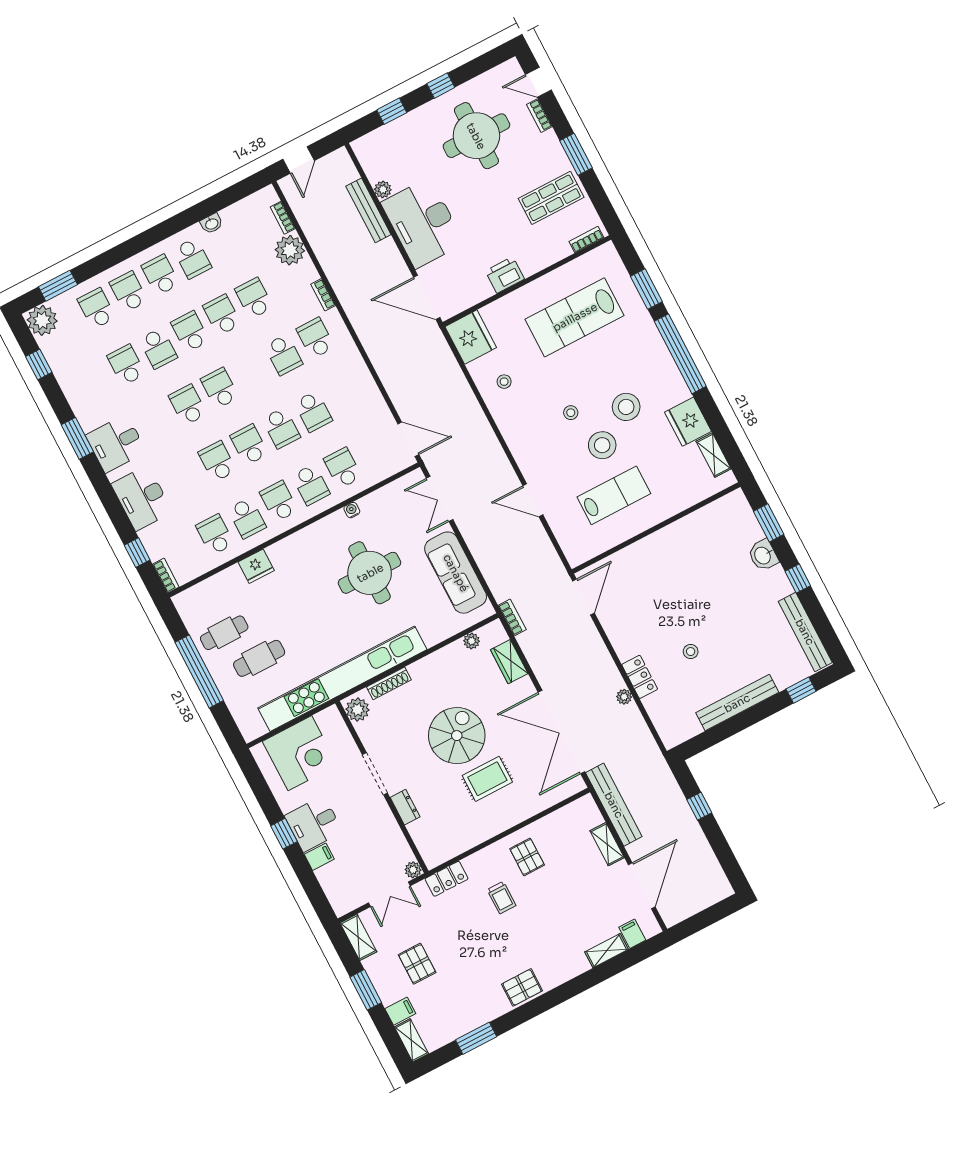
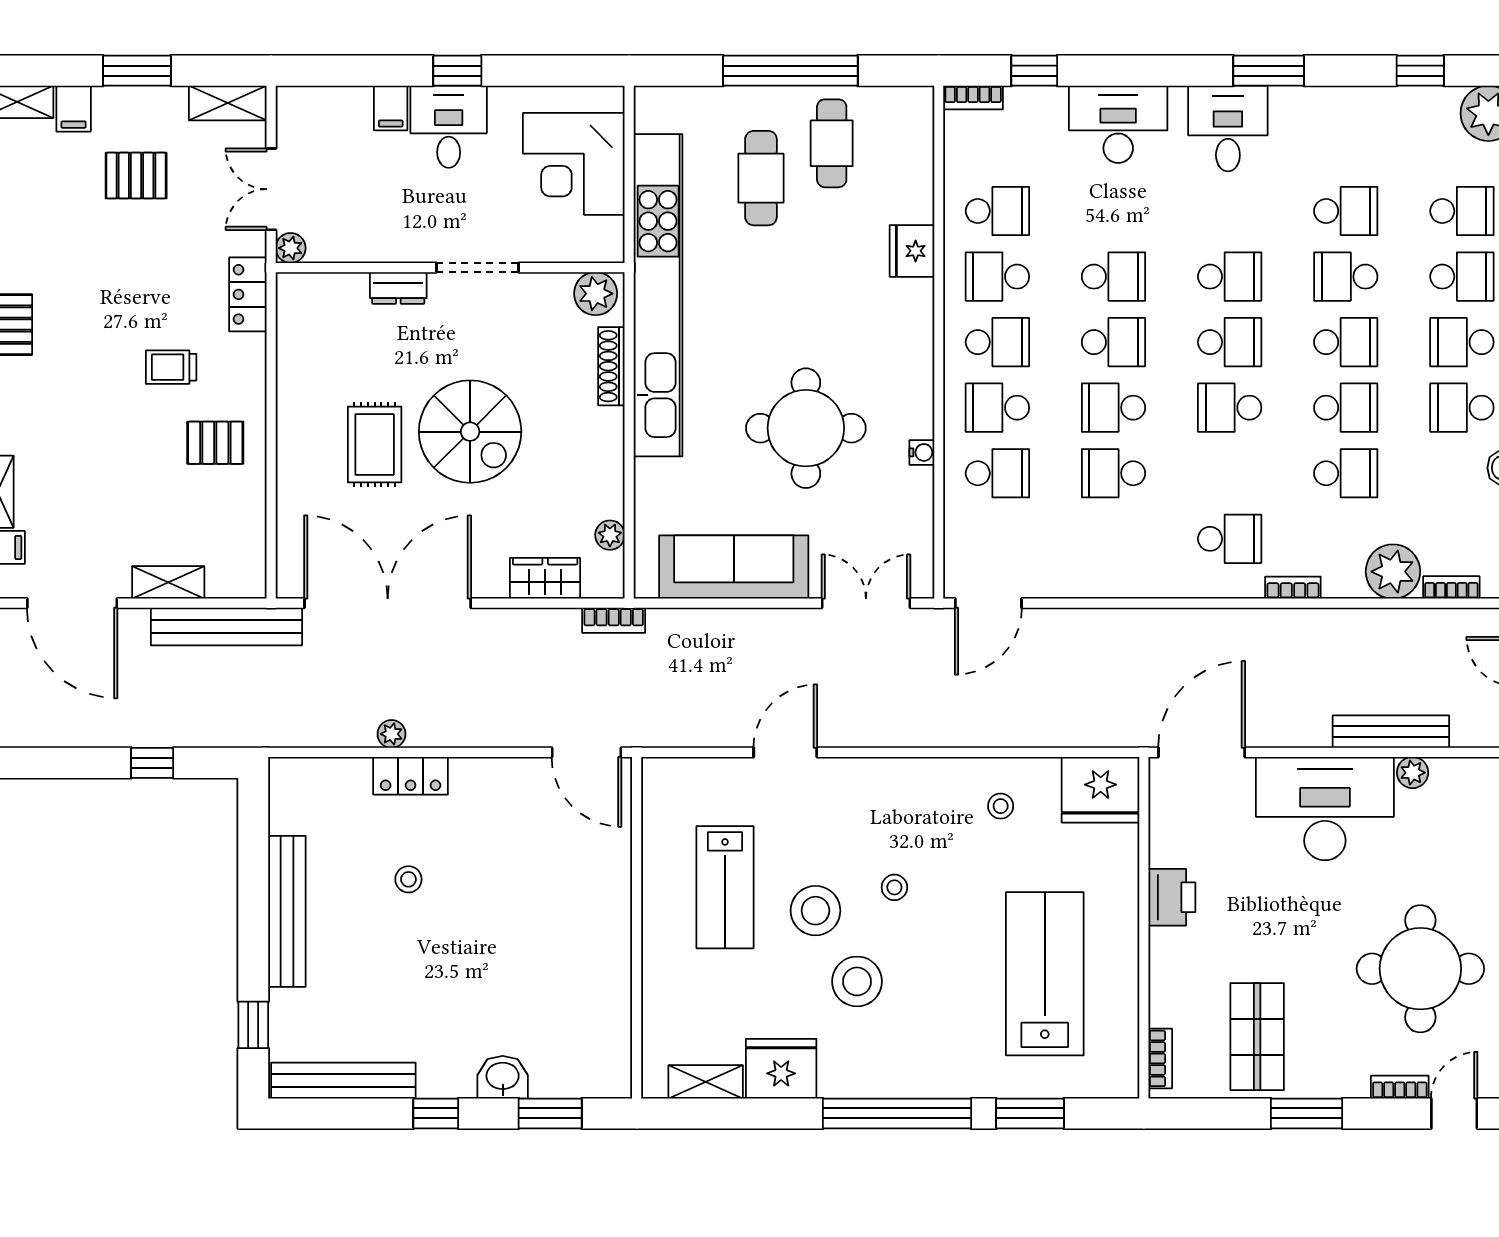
school desk: (160, 275) -> (1462, 342), turned 180
school desk: (284, 355) -> (1230, 408), moved

